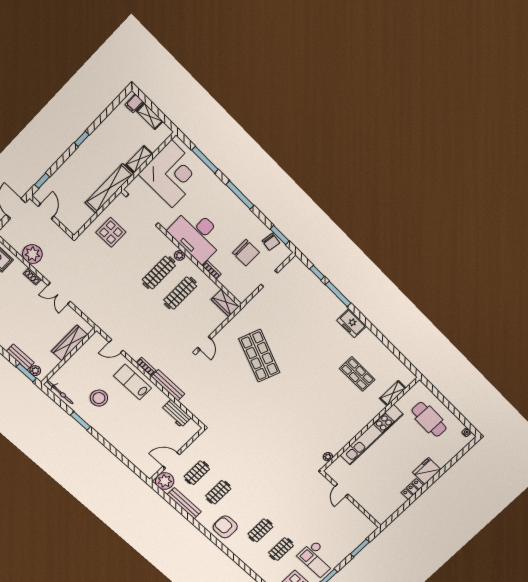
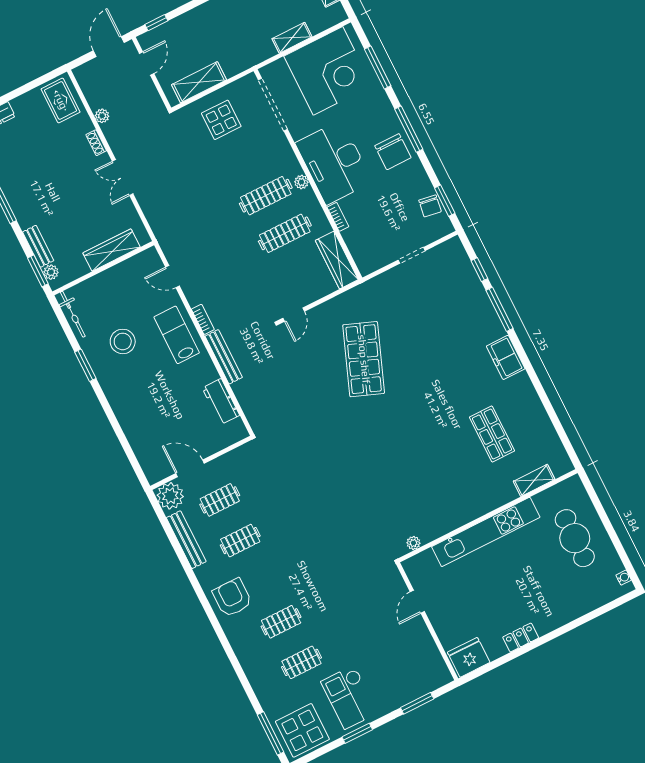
shelving: (109, 188) -> (199, 82), moved, width x0.68
chair: (246, 253) -> (393, 152), moved
plant: (32, 254) -> (102, 116), width x0.53, depth x0.53
wardrobe: (225, 303) -> (337, 260), width x1.50
fridge: (427, 471) -> (469, 657), moved

